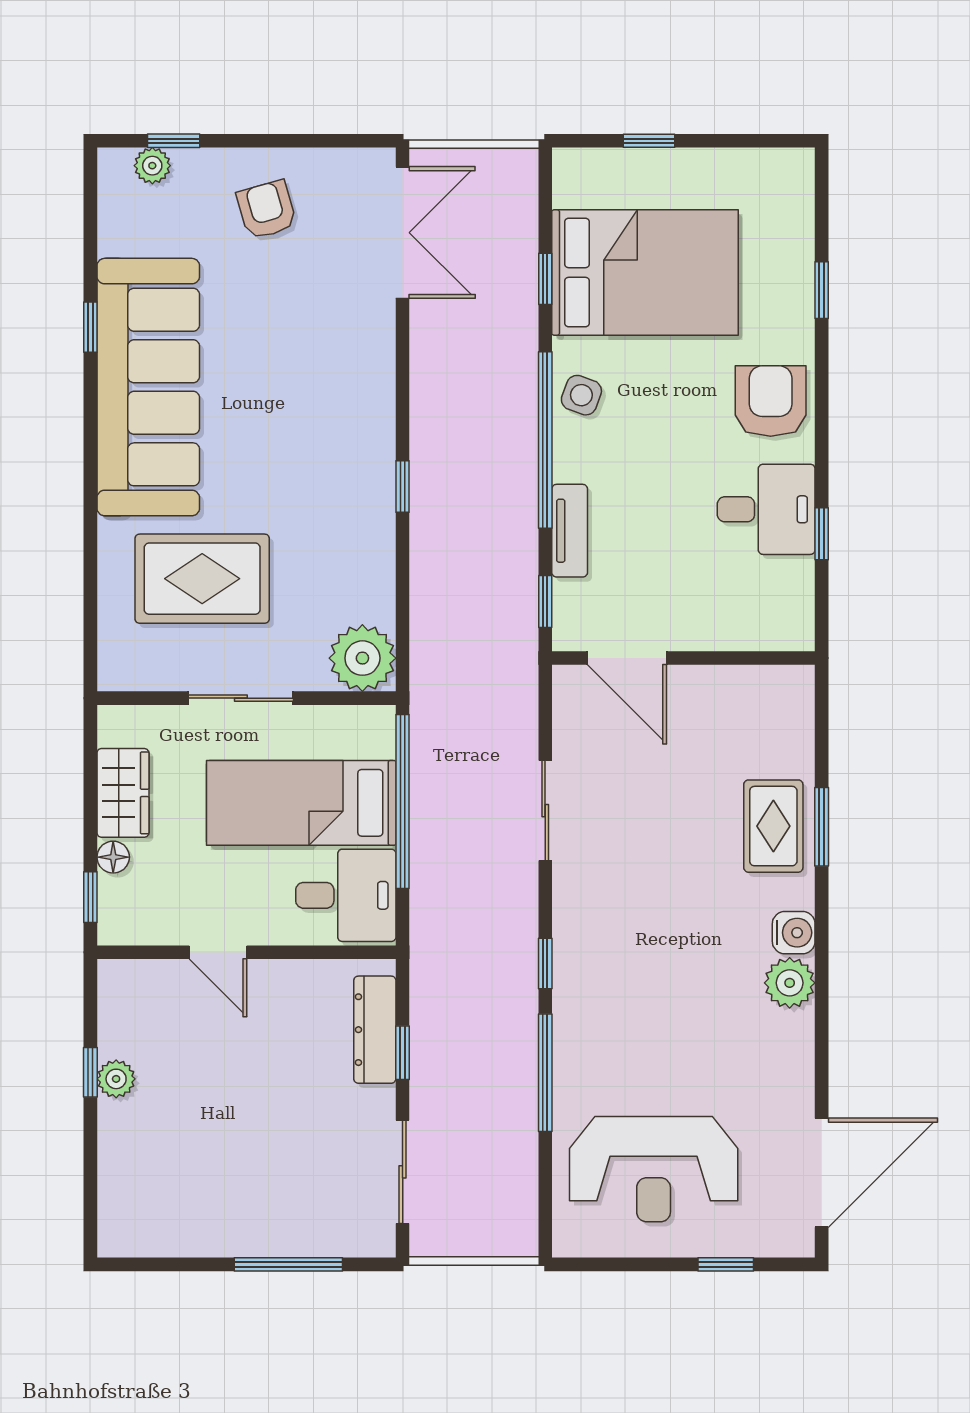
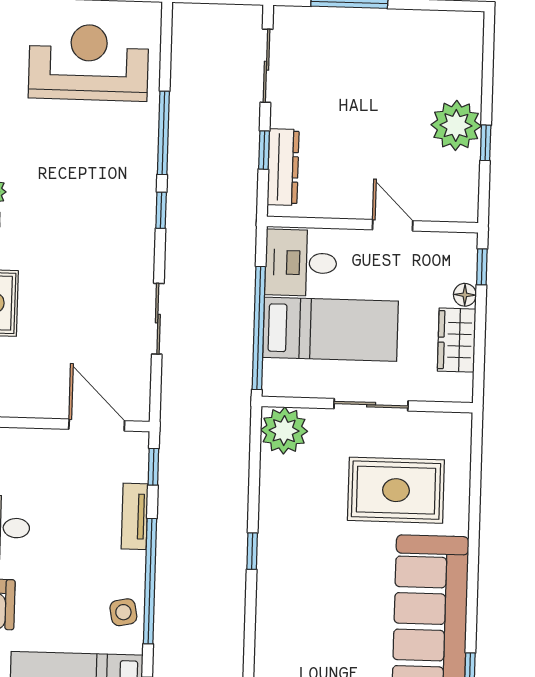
side table: (581, 395) -> (123, 612), turned -31
plant: (116, 1079) -> (456, 125), width x1.88, depth x1.88

